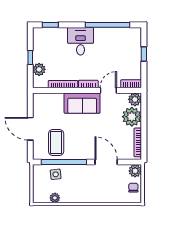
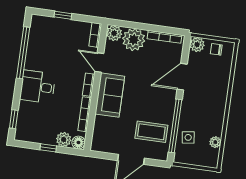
floor lamp: (38, 82) -> (78, 142), added

